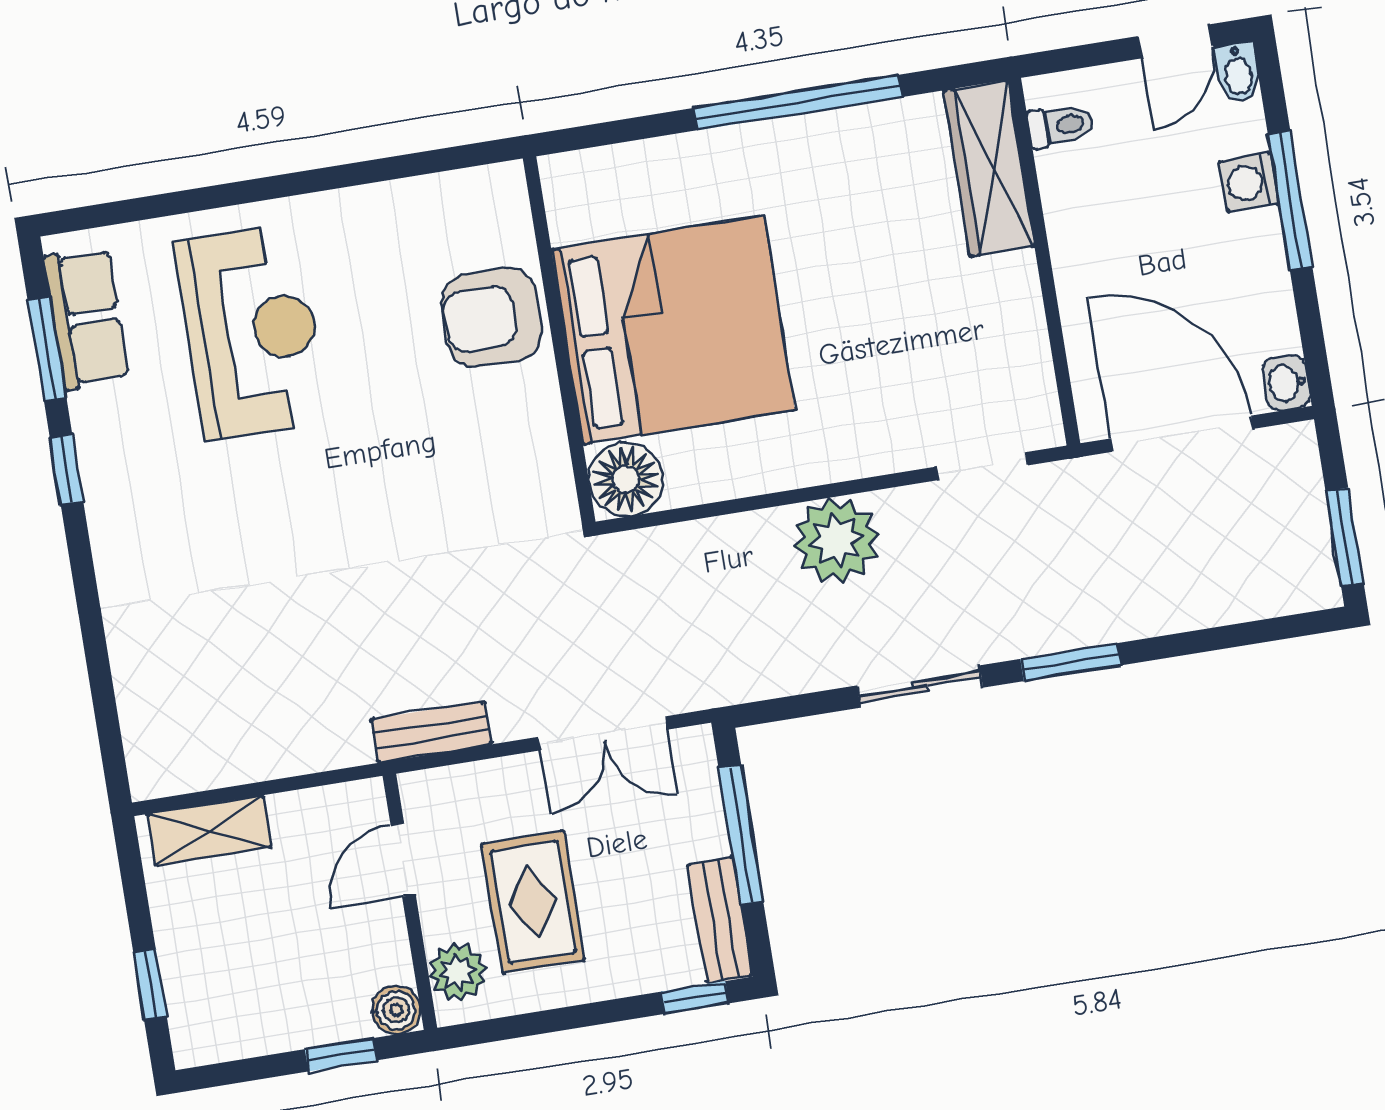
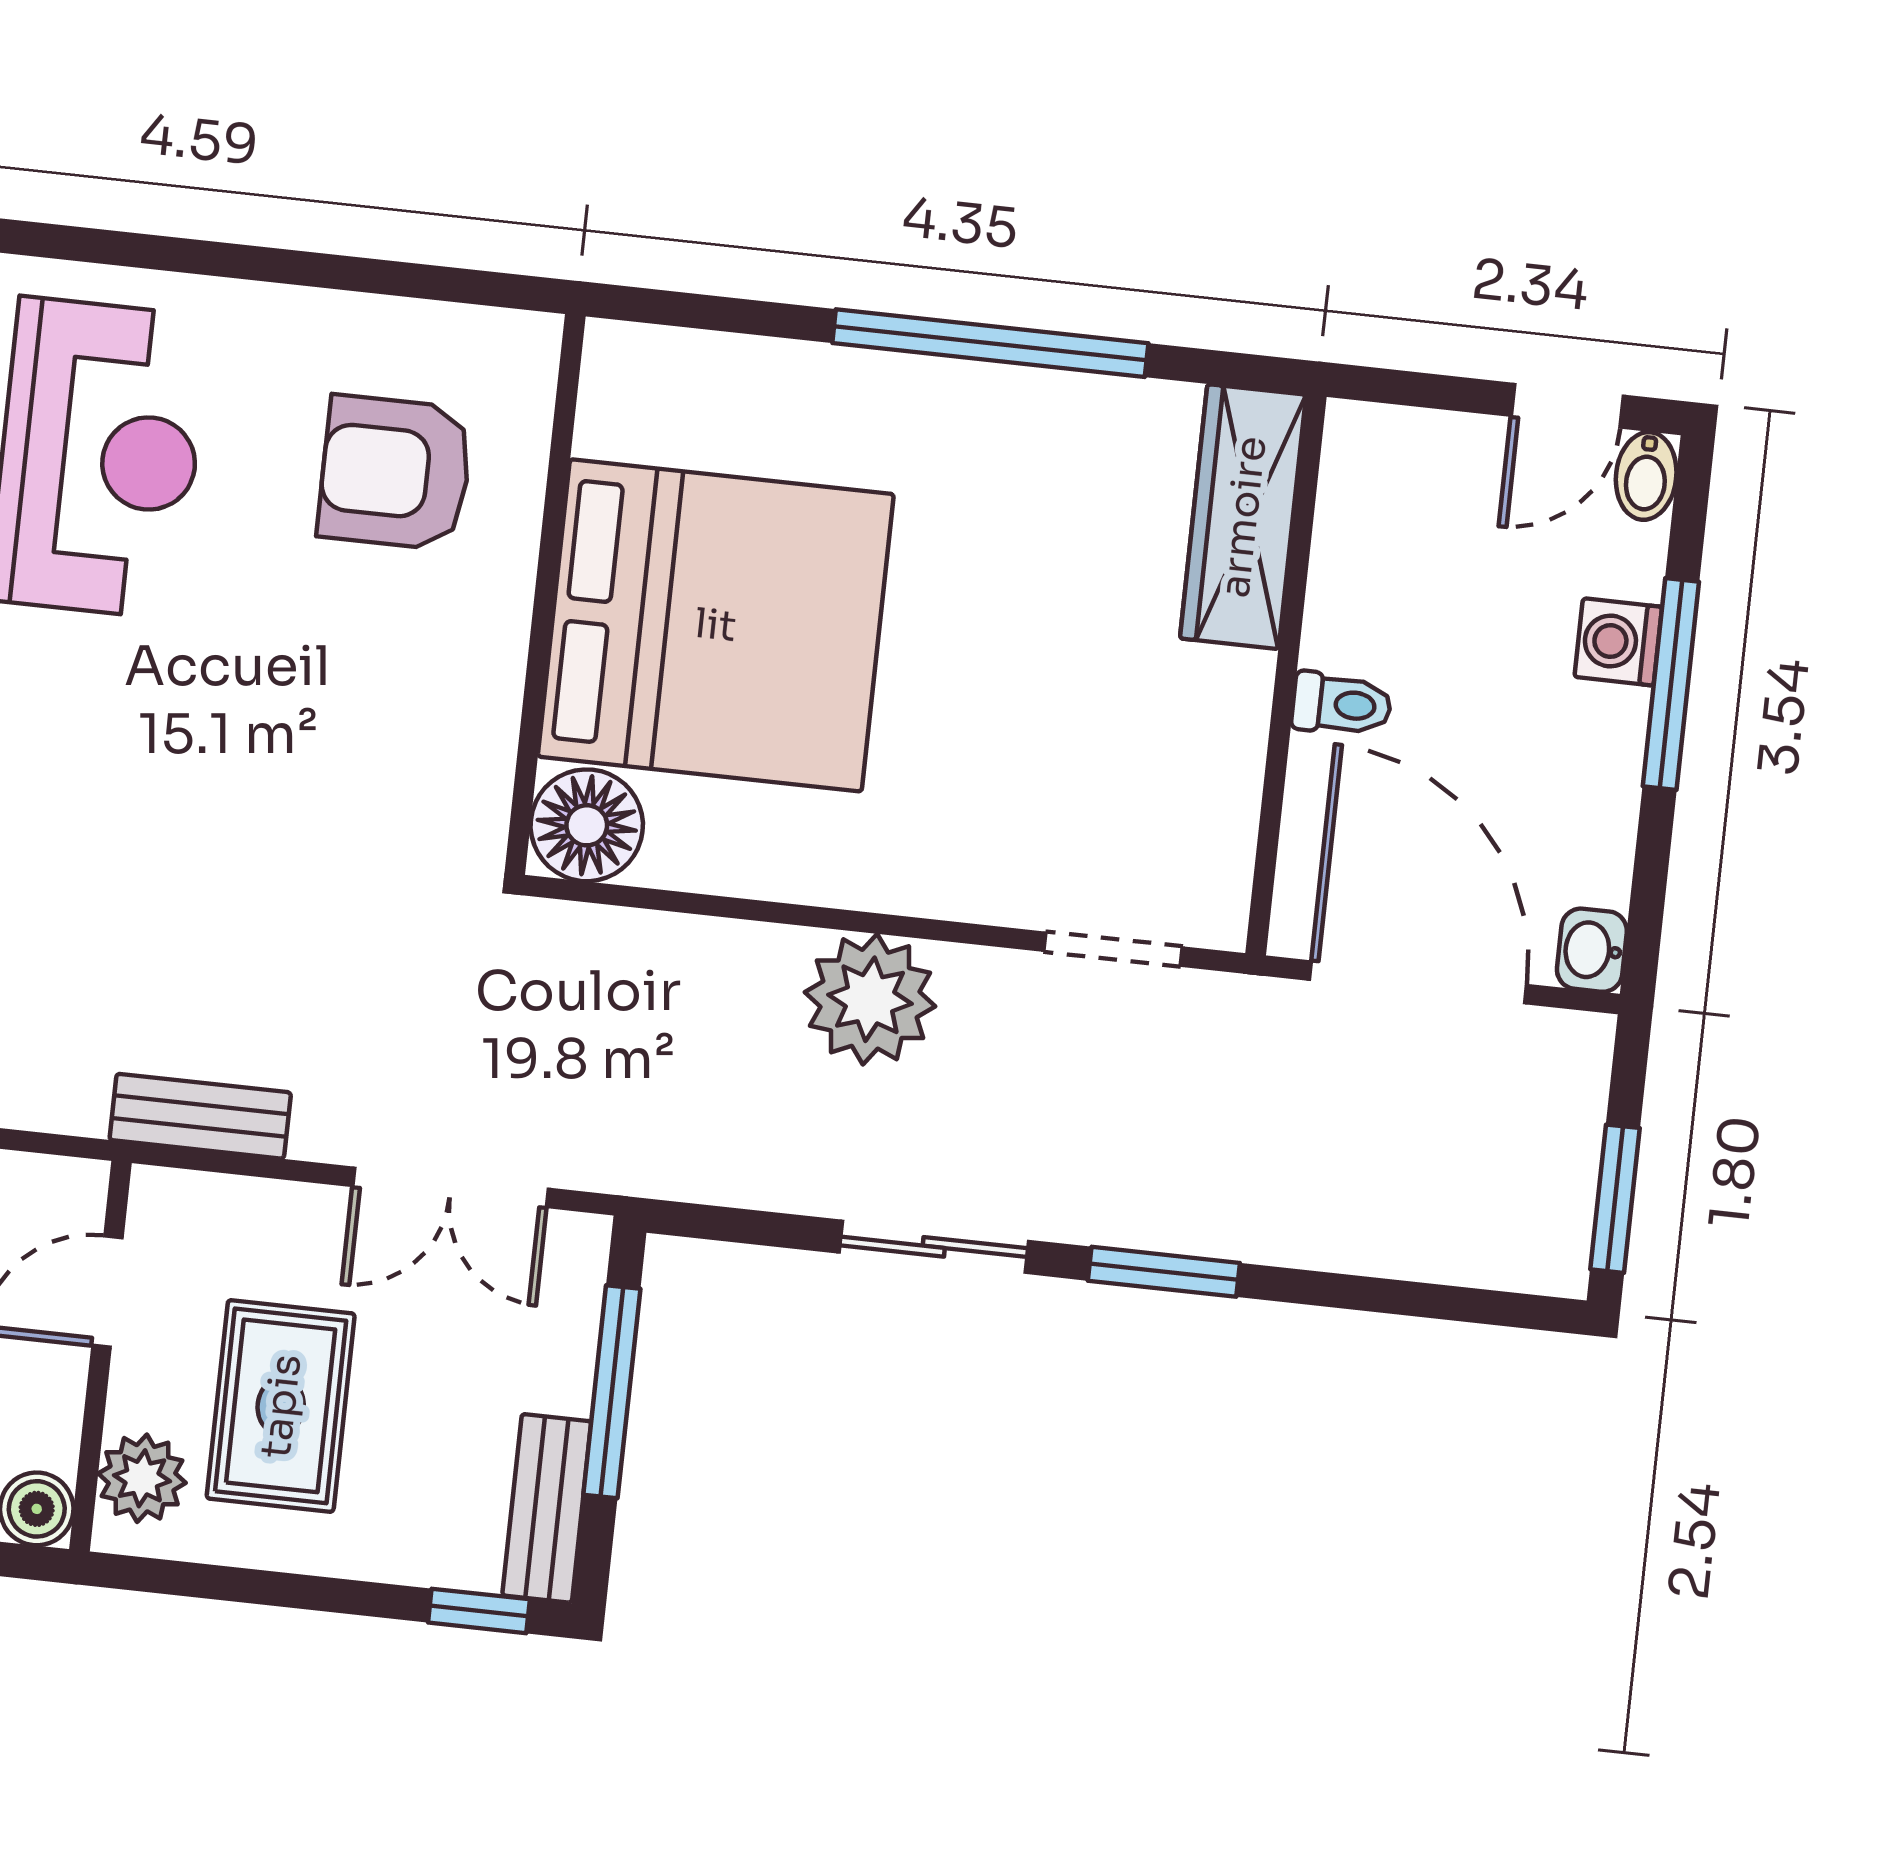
toilet: (1061, 126) -> (1342, 704), moved
armchair: (492, 317) -> (395, 473), moved

